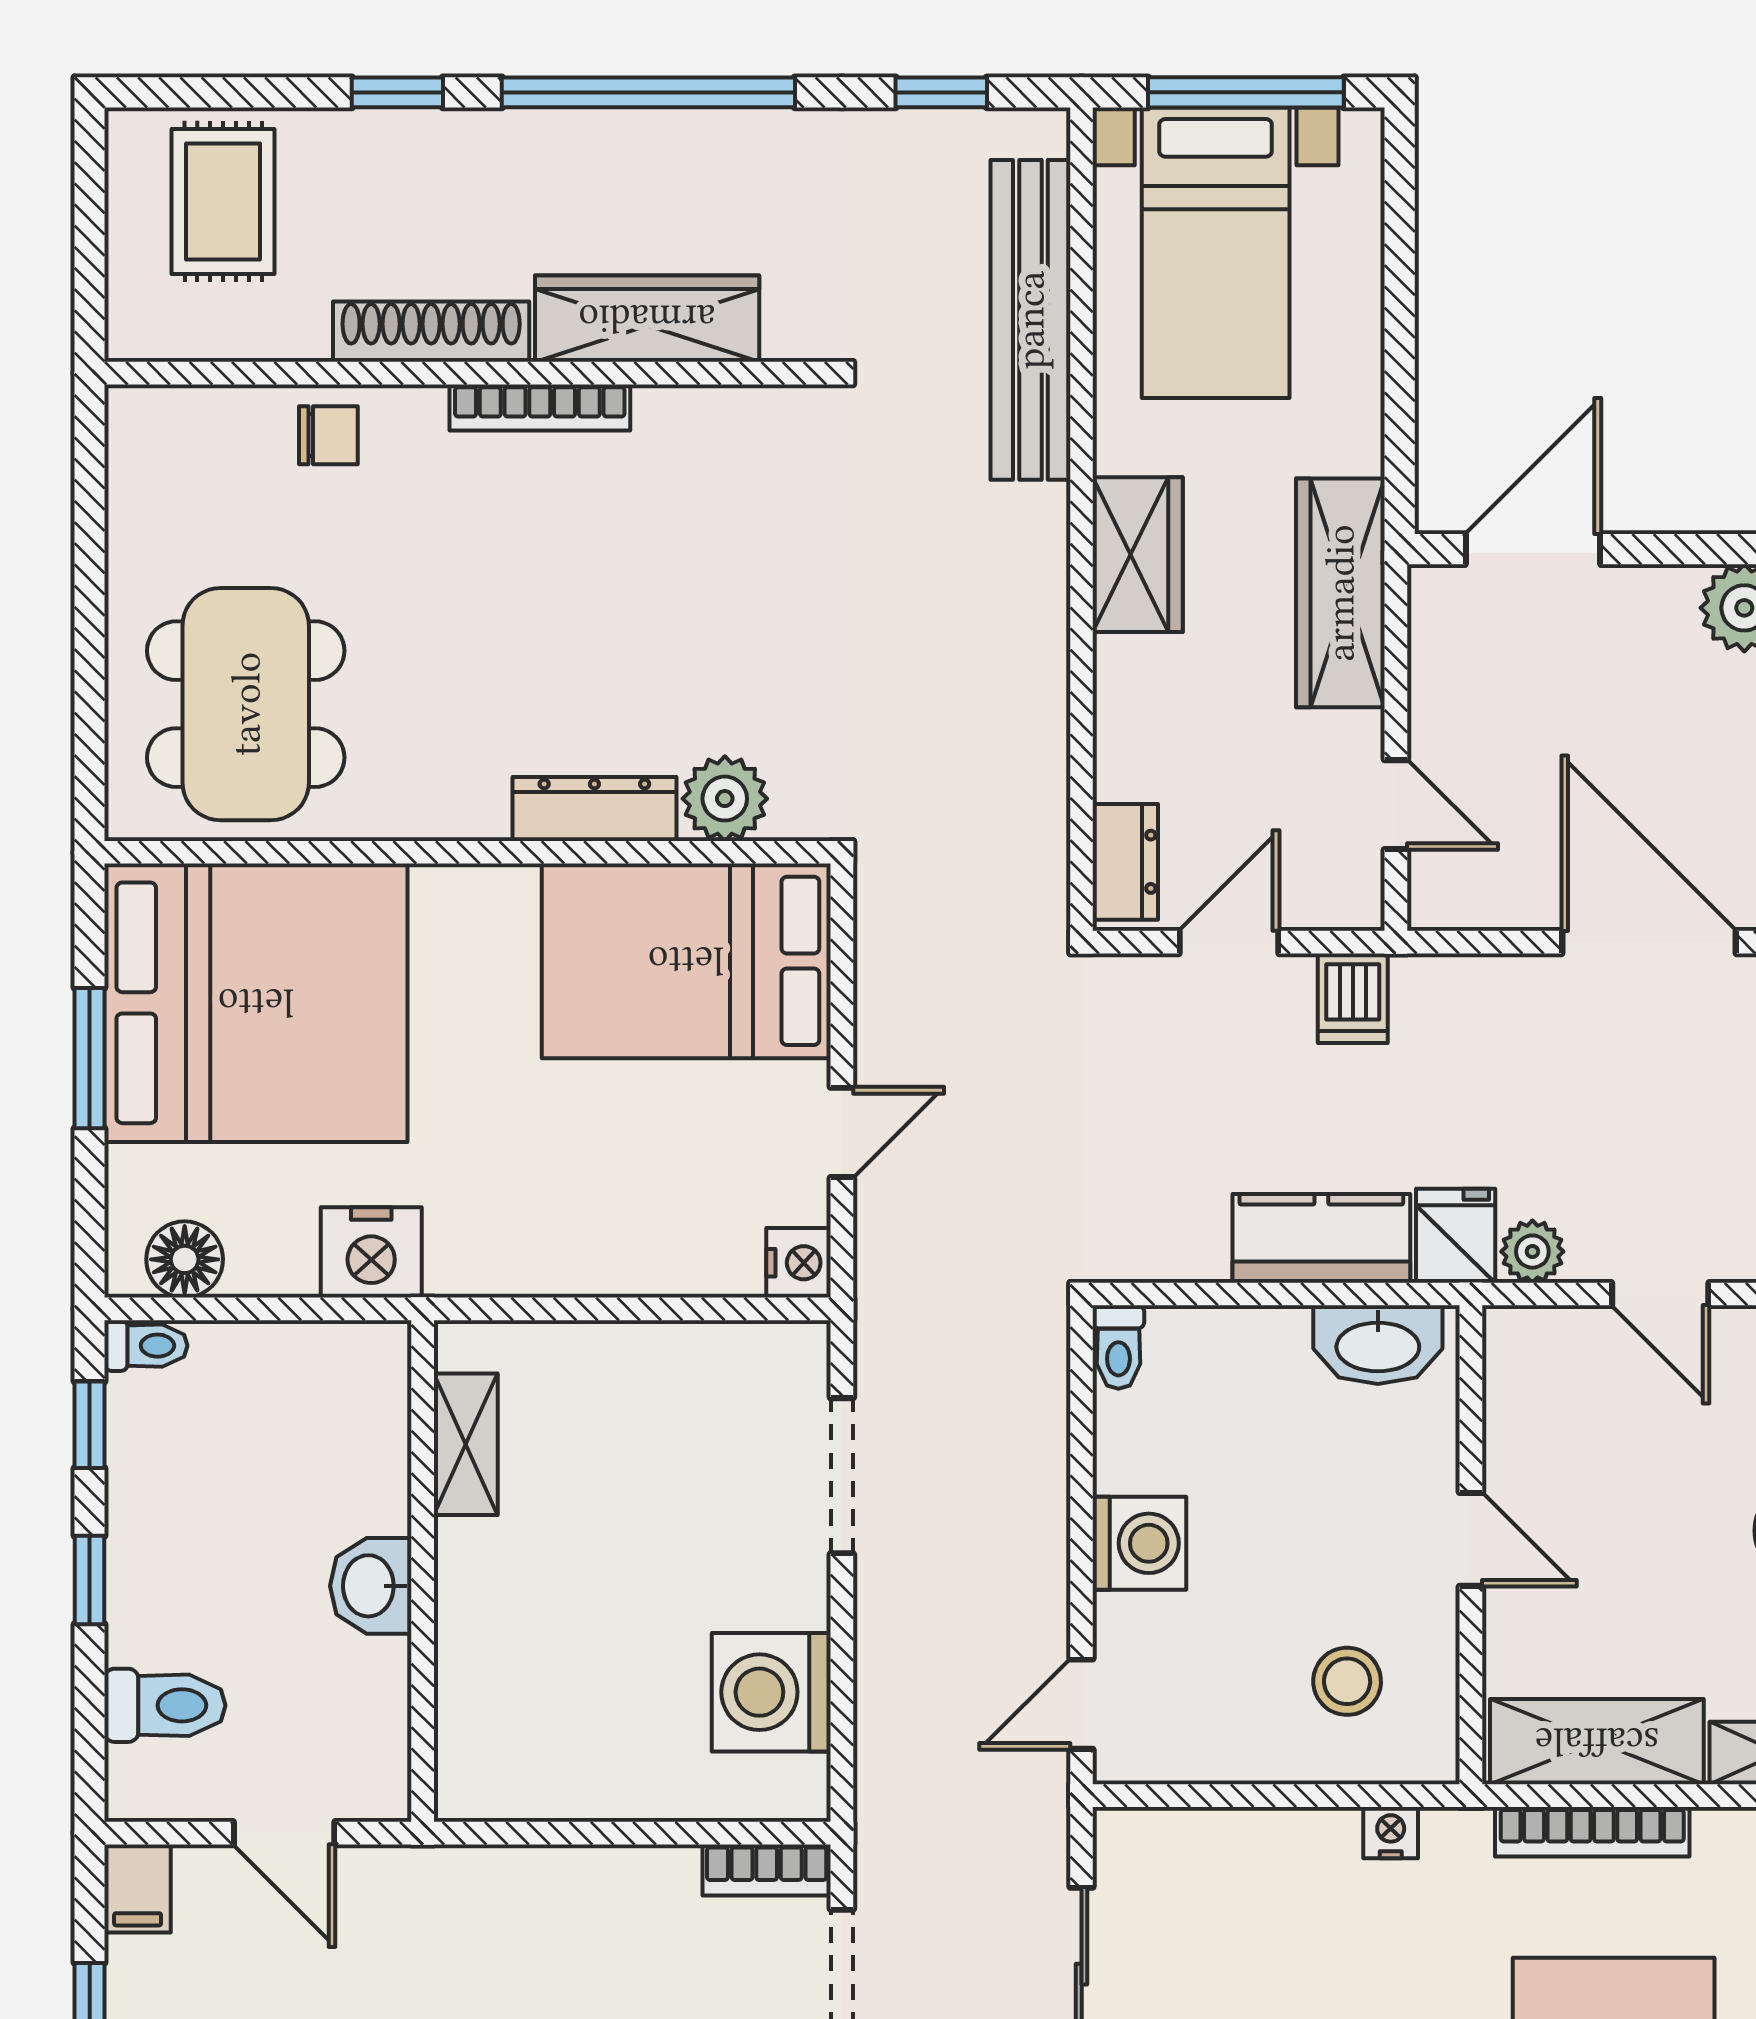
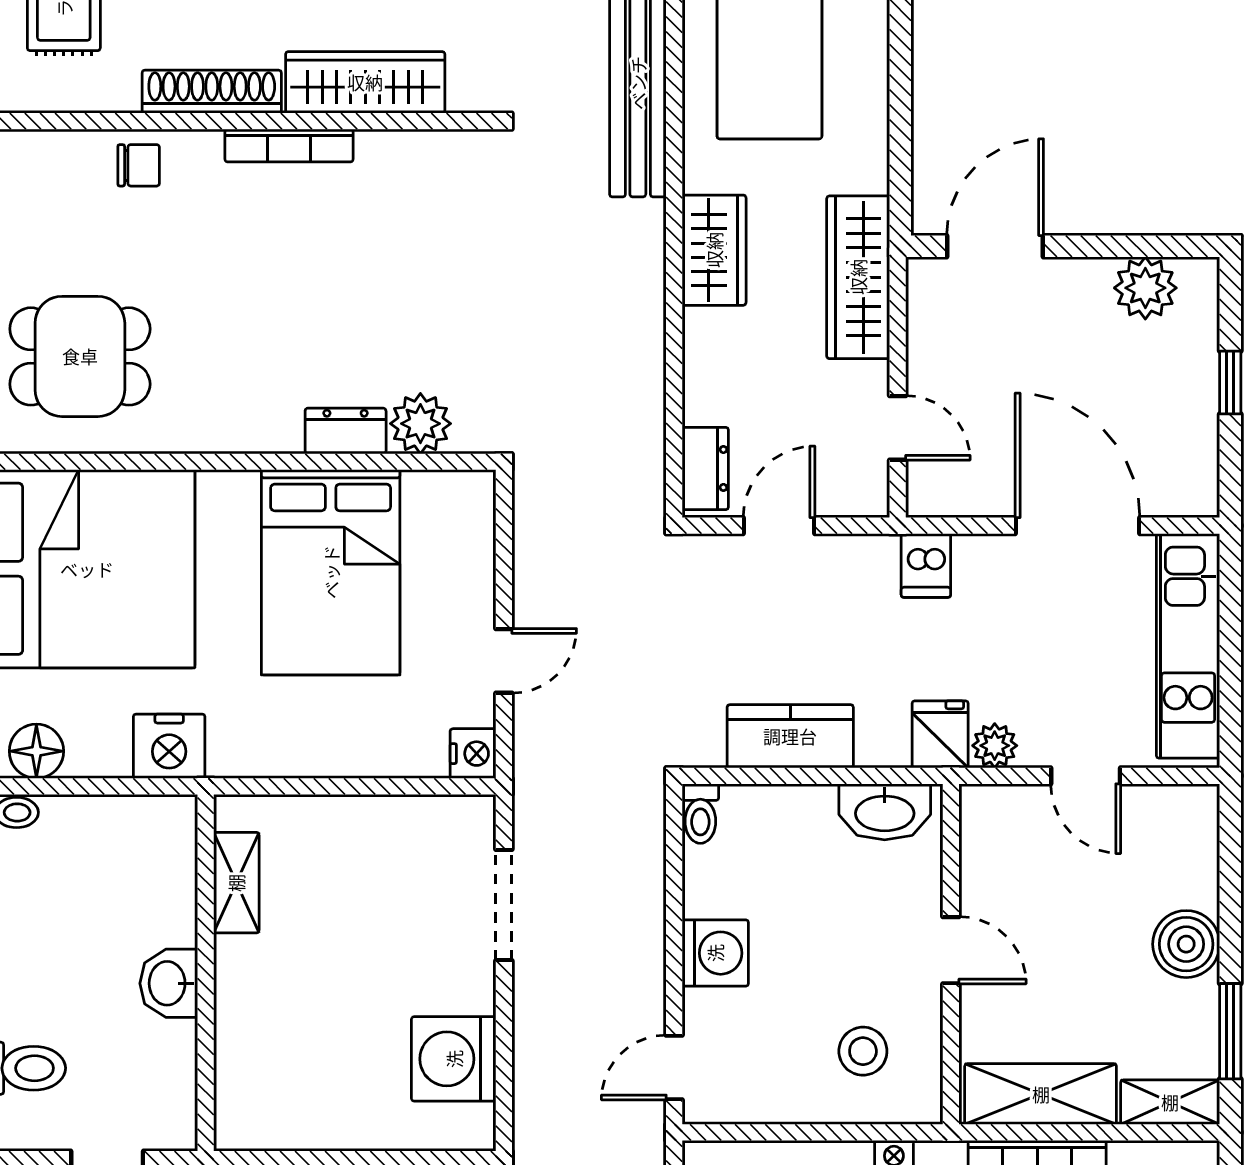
dining table: (246, 704) -> (80, 356), width x0.73
dresser: (594, 809) -> (346, 431), width x0.70
bed: (686, 961) -> (331, 572), moved, turned -90
dishwasher: (1353, 998) -> (926, 565), moved
kitchen counter: (1321, 1238) -> (790, 736), moved

